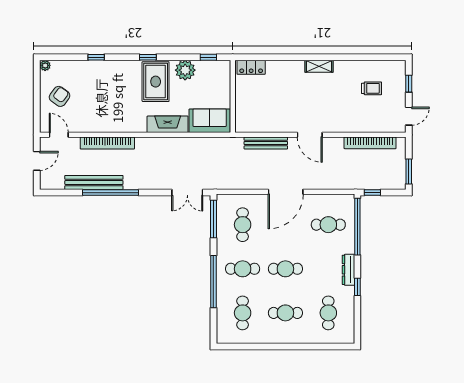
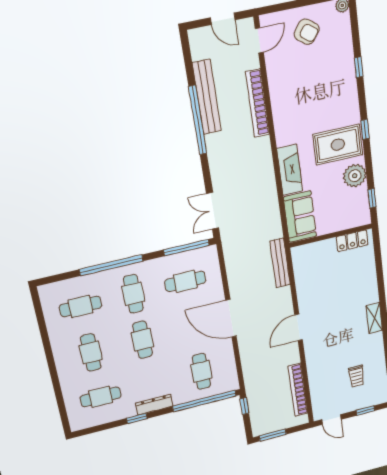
locker: (251, 67) -> (352, 241), moved, turned -90
bench: (266, 143) -> (280, 263), moved

